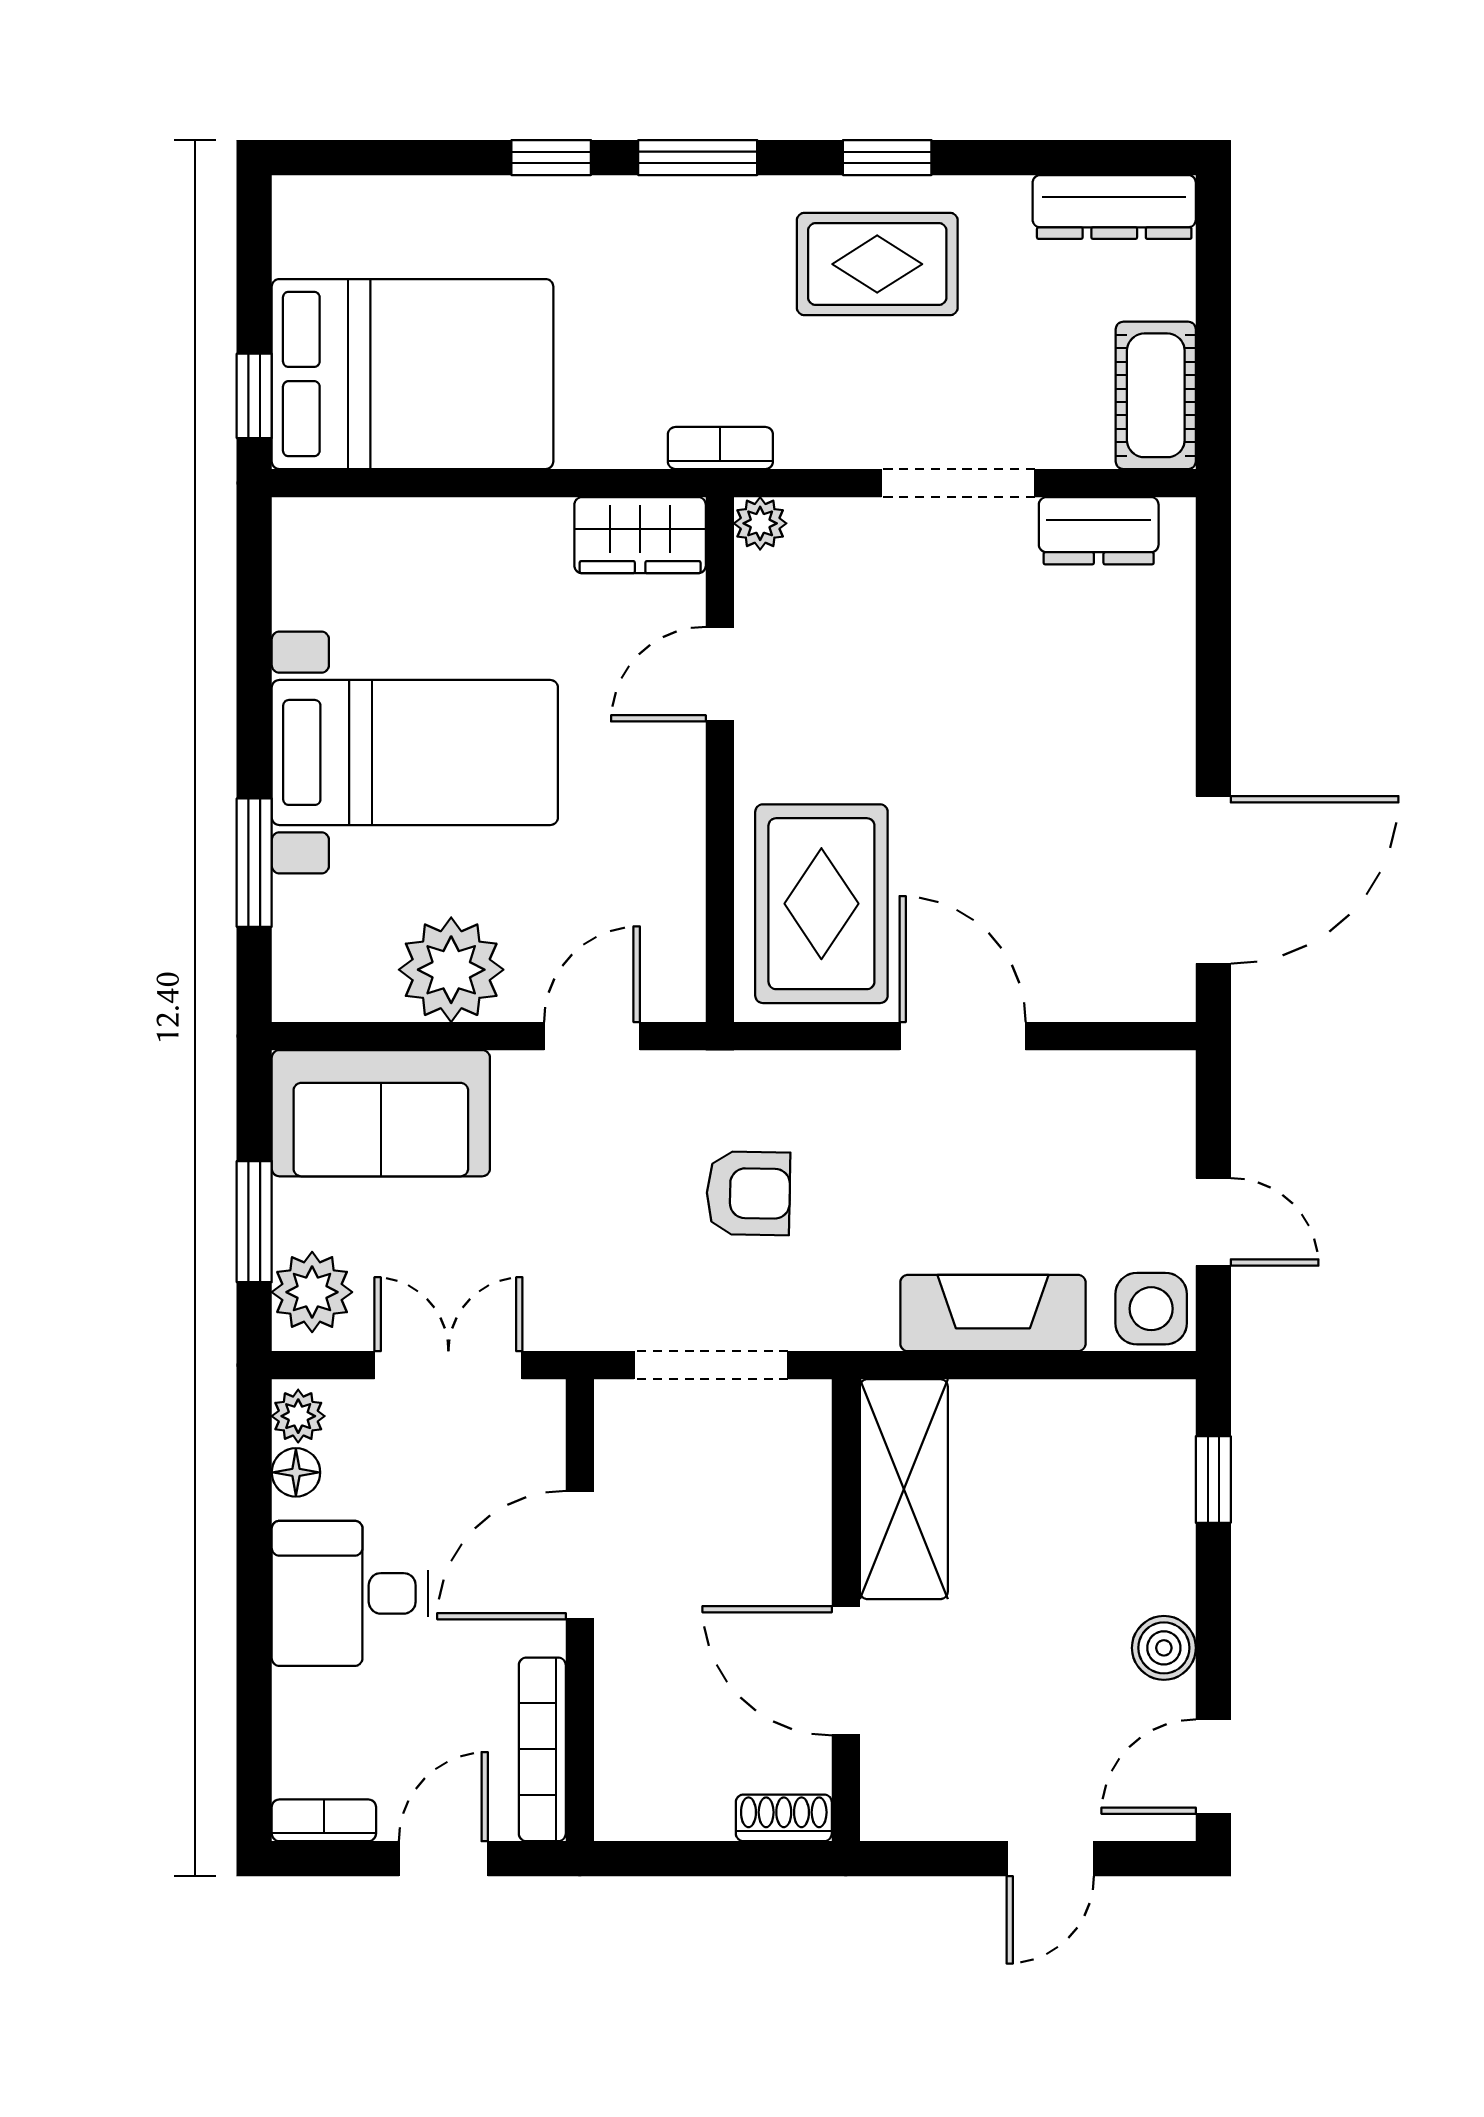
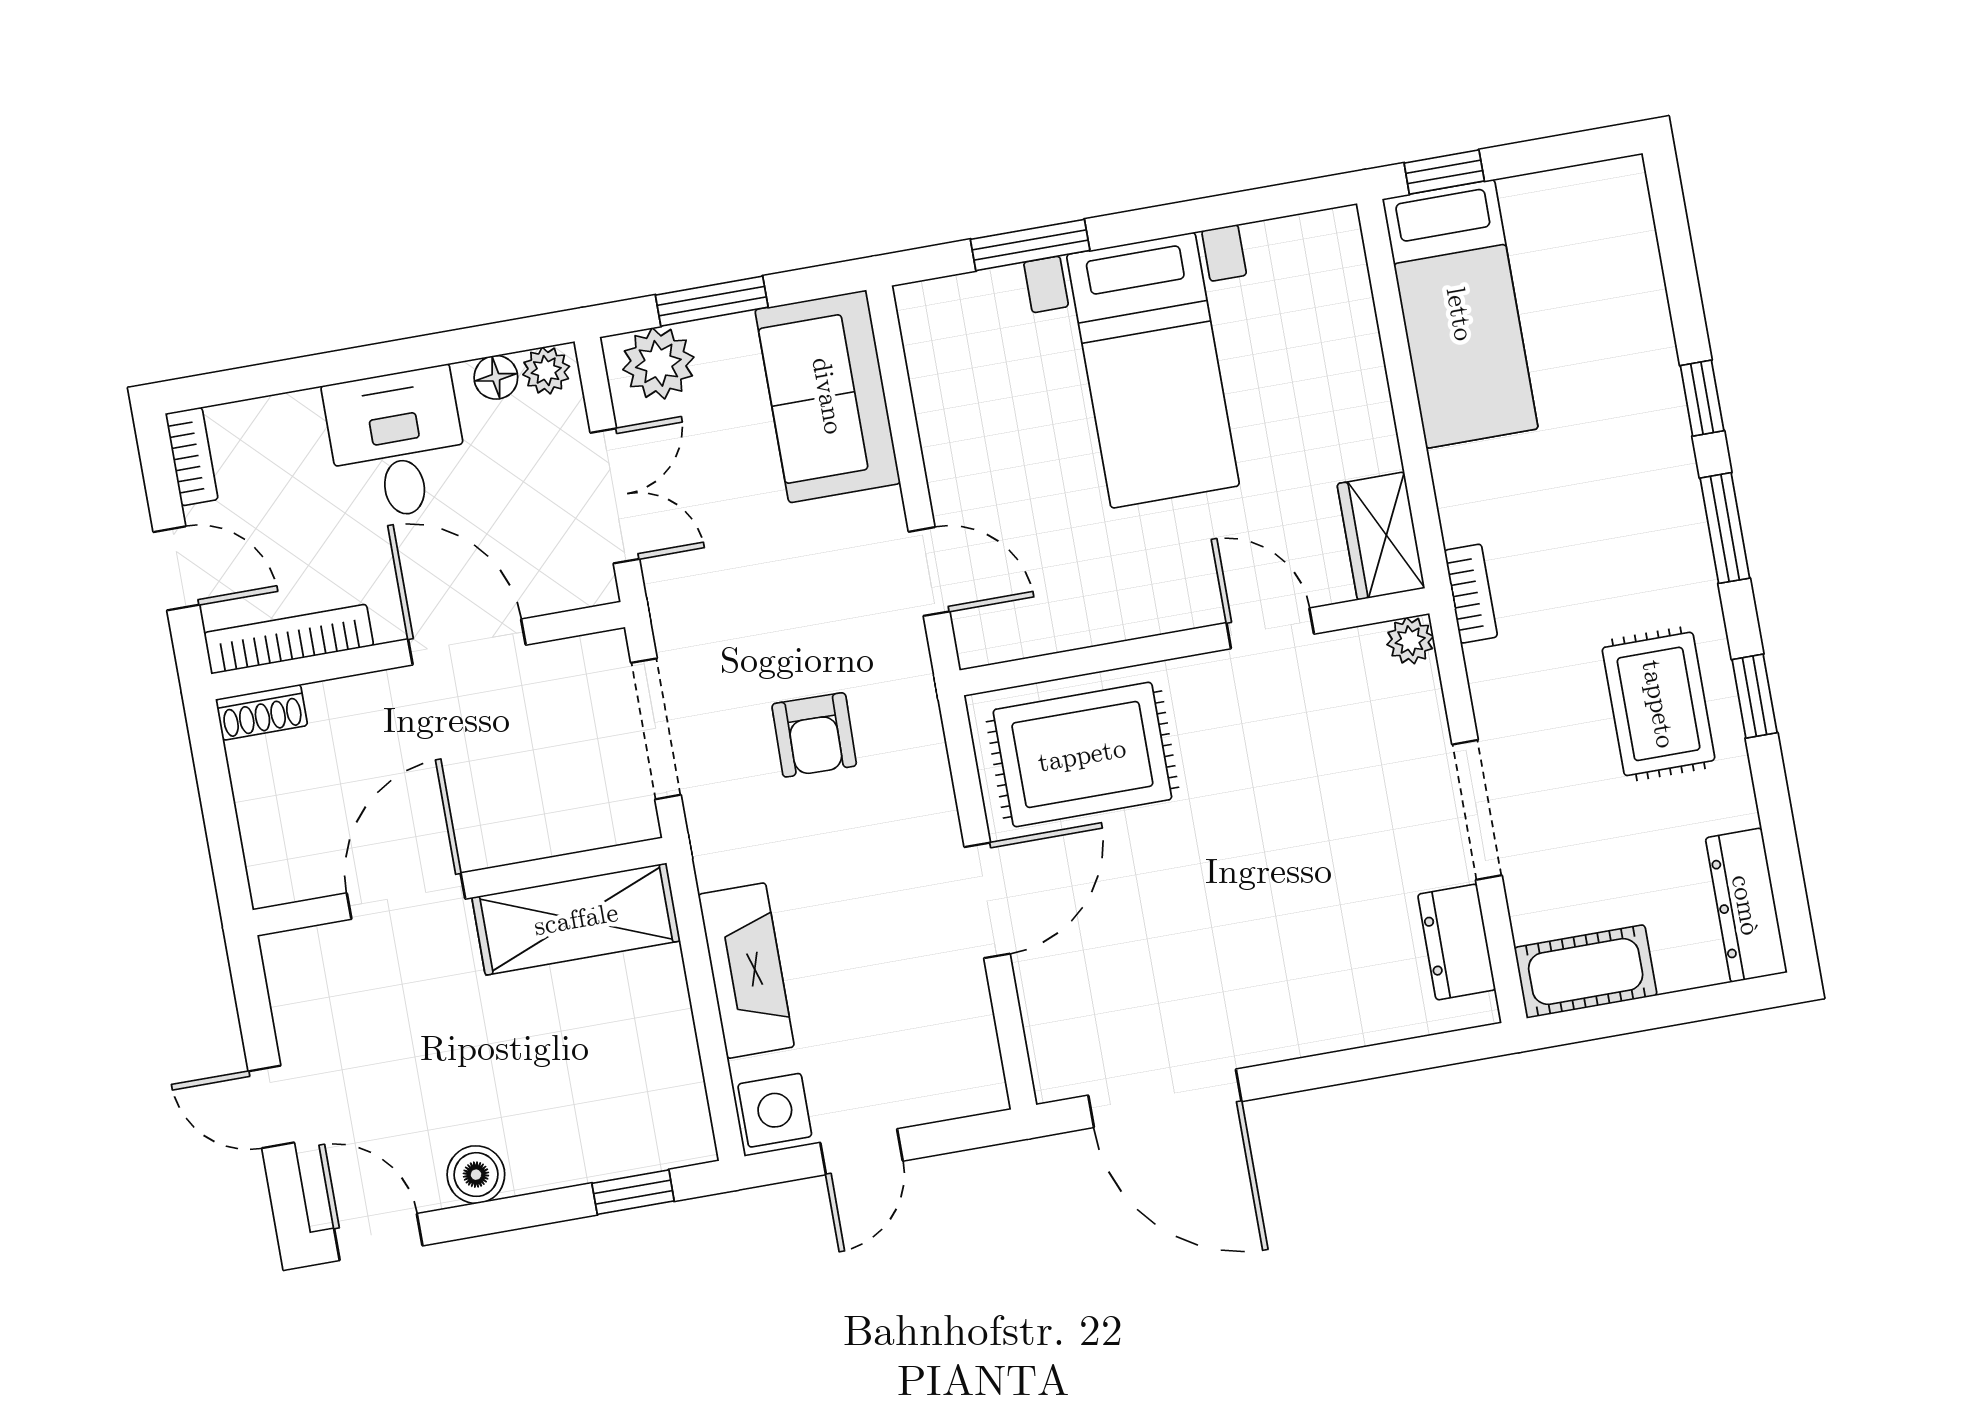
bed: (412, 374) -> (1460, 314), width x0.67
plant: (451, 970) -> (966, 436), removed
shoe rack: (784, 1818) -> (262, 712), moved, turned 90

